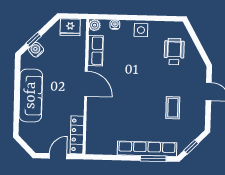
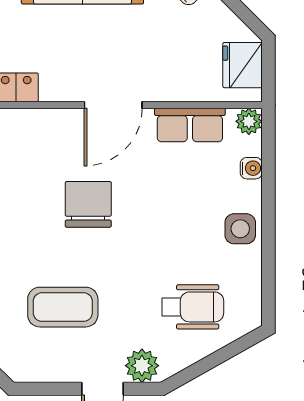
plant: (199, 74) -> (142, 366), added
chair: (129, 96) -> (88, 204), added
coffee table: (173, 108) -> (63, 307), width x1.36, depth x1.30

